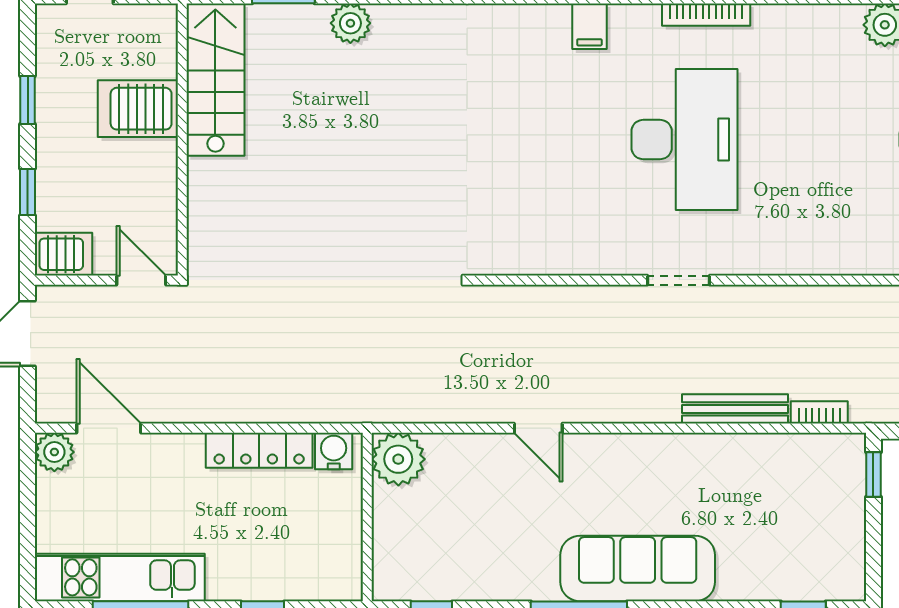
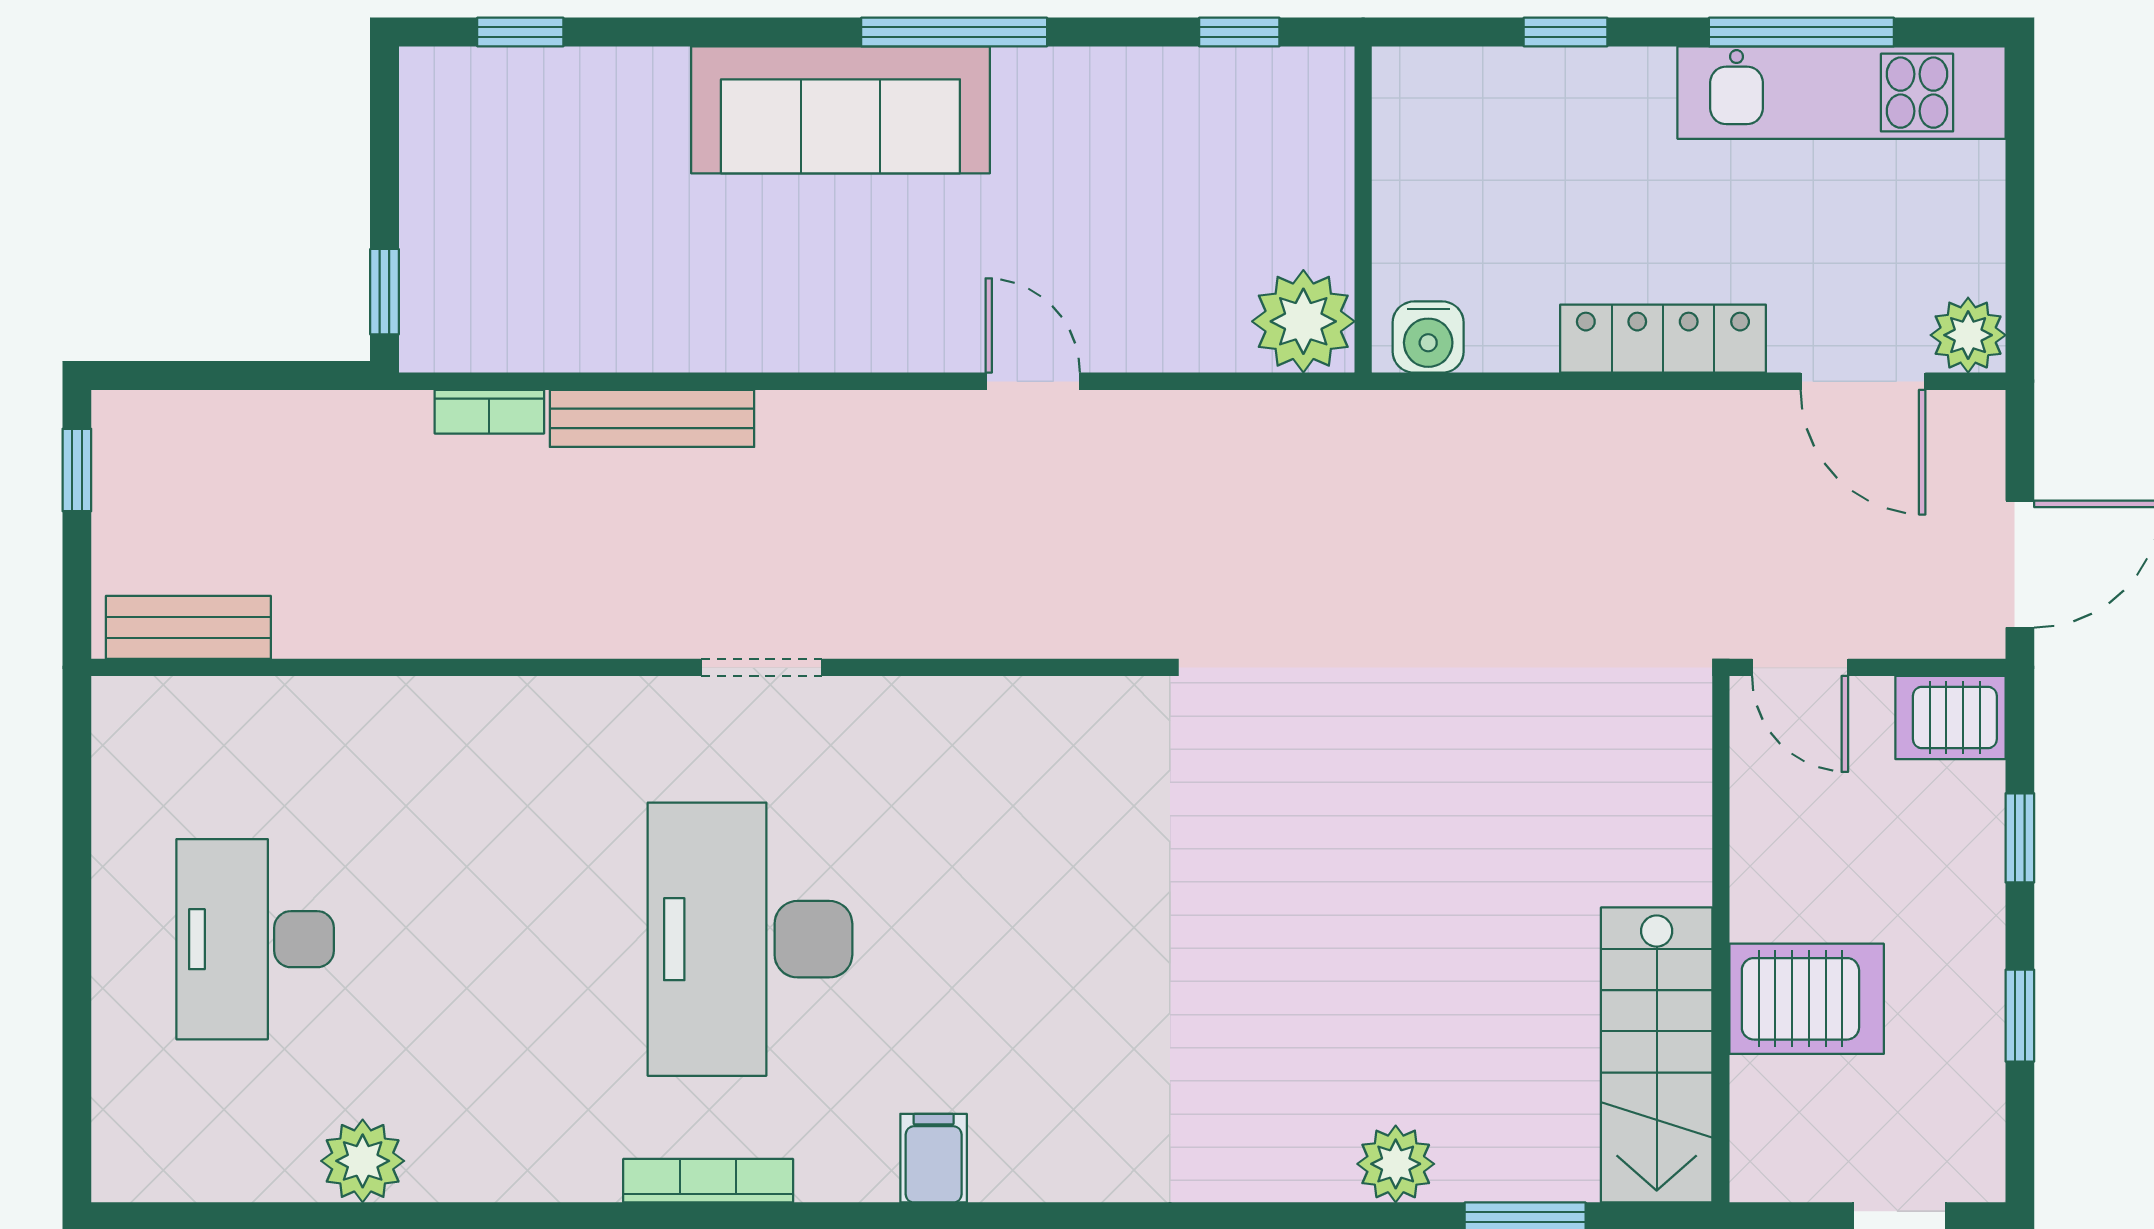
locker: (259, 450) -> (1663, 339), moved

